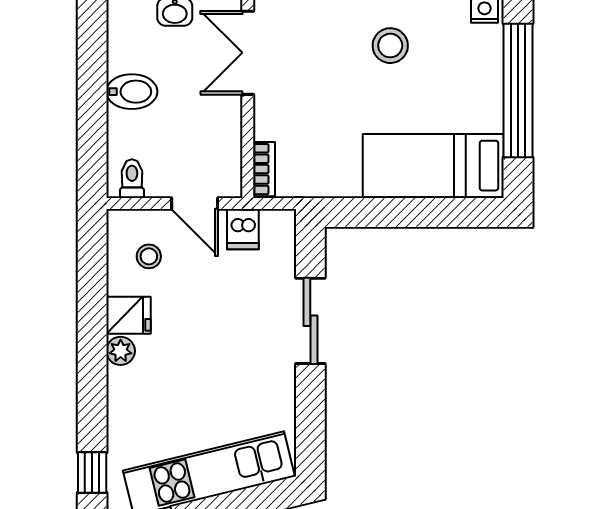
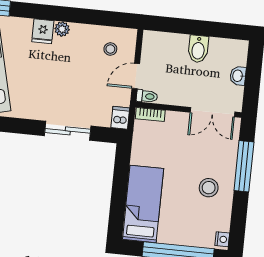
double door: (248, 53) -> (212, 112), swing flipped
toilet: (132, 179) -> (147, 96), moved
dishwasher: (243, 229) -> (120, 118), moved, turned 90
fridge: (128, 315) -> (43, 31), moved

